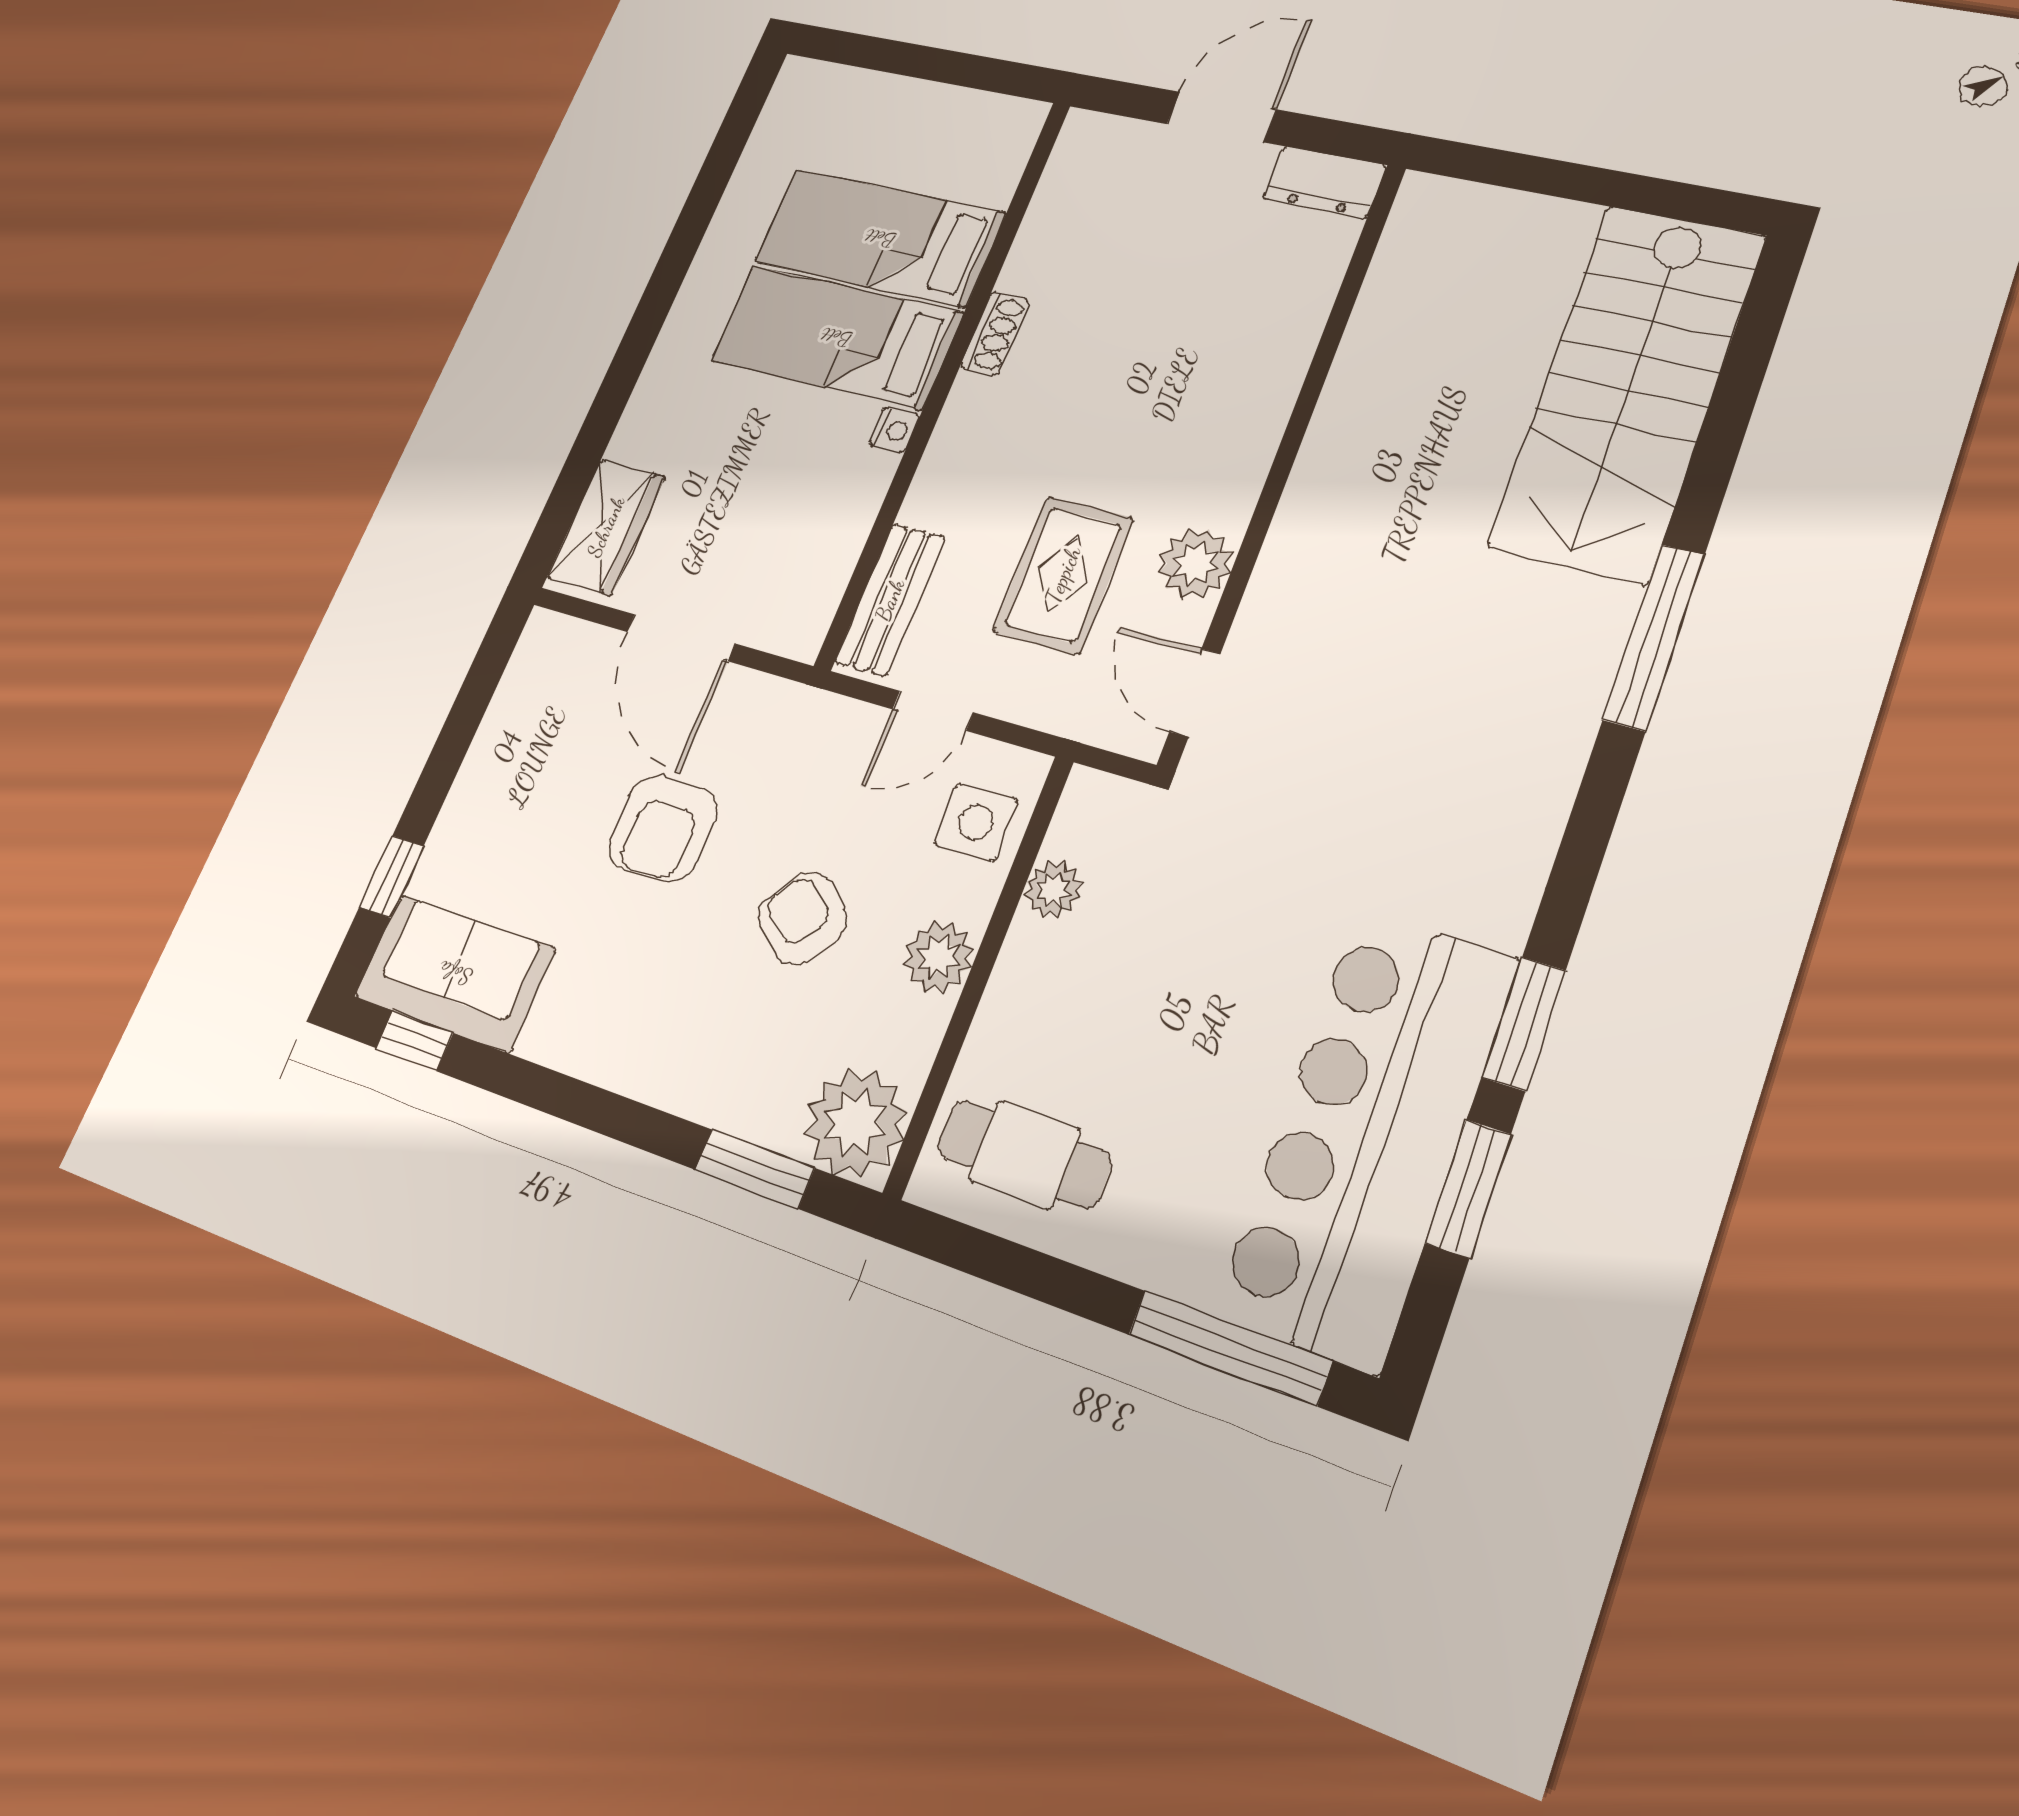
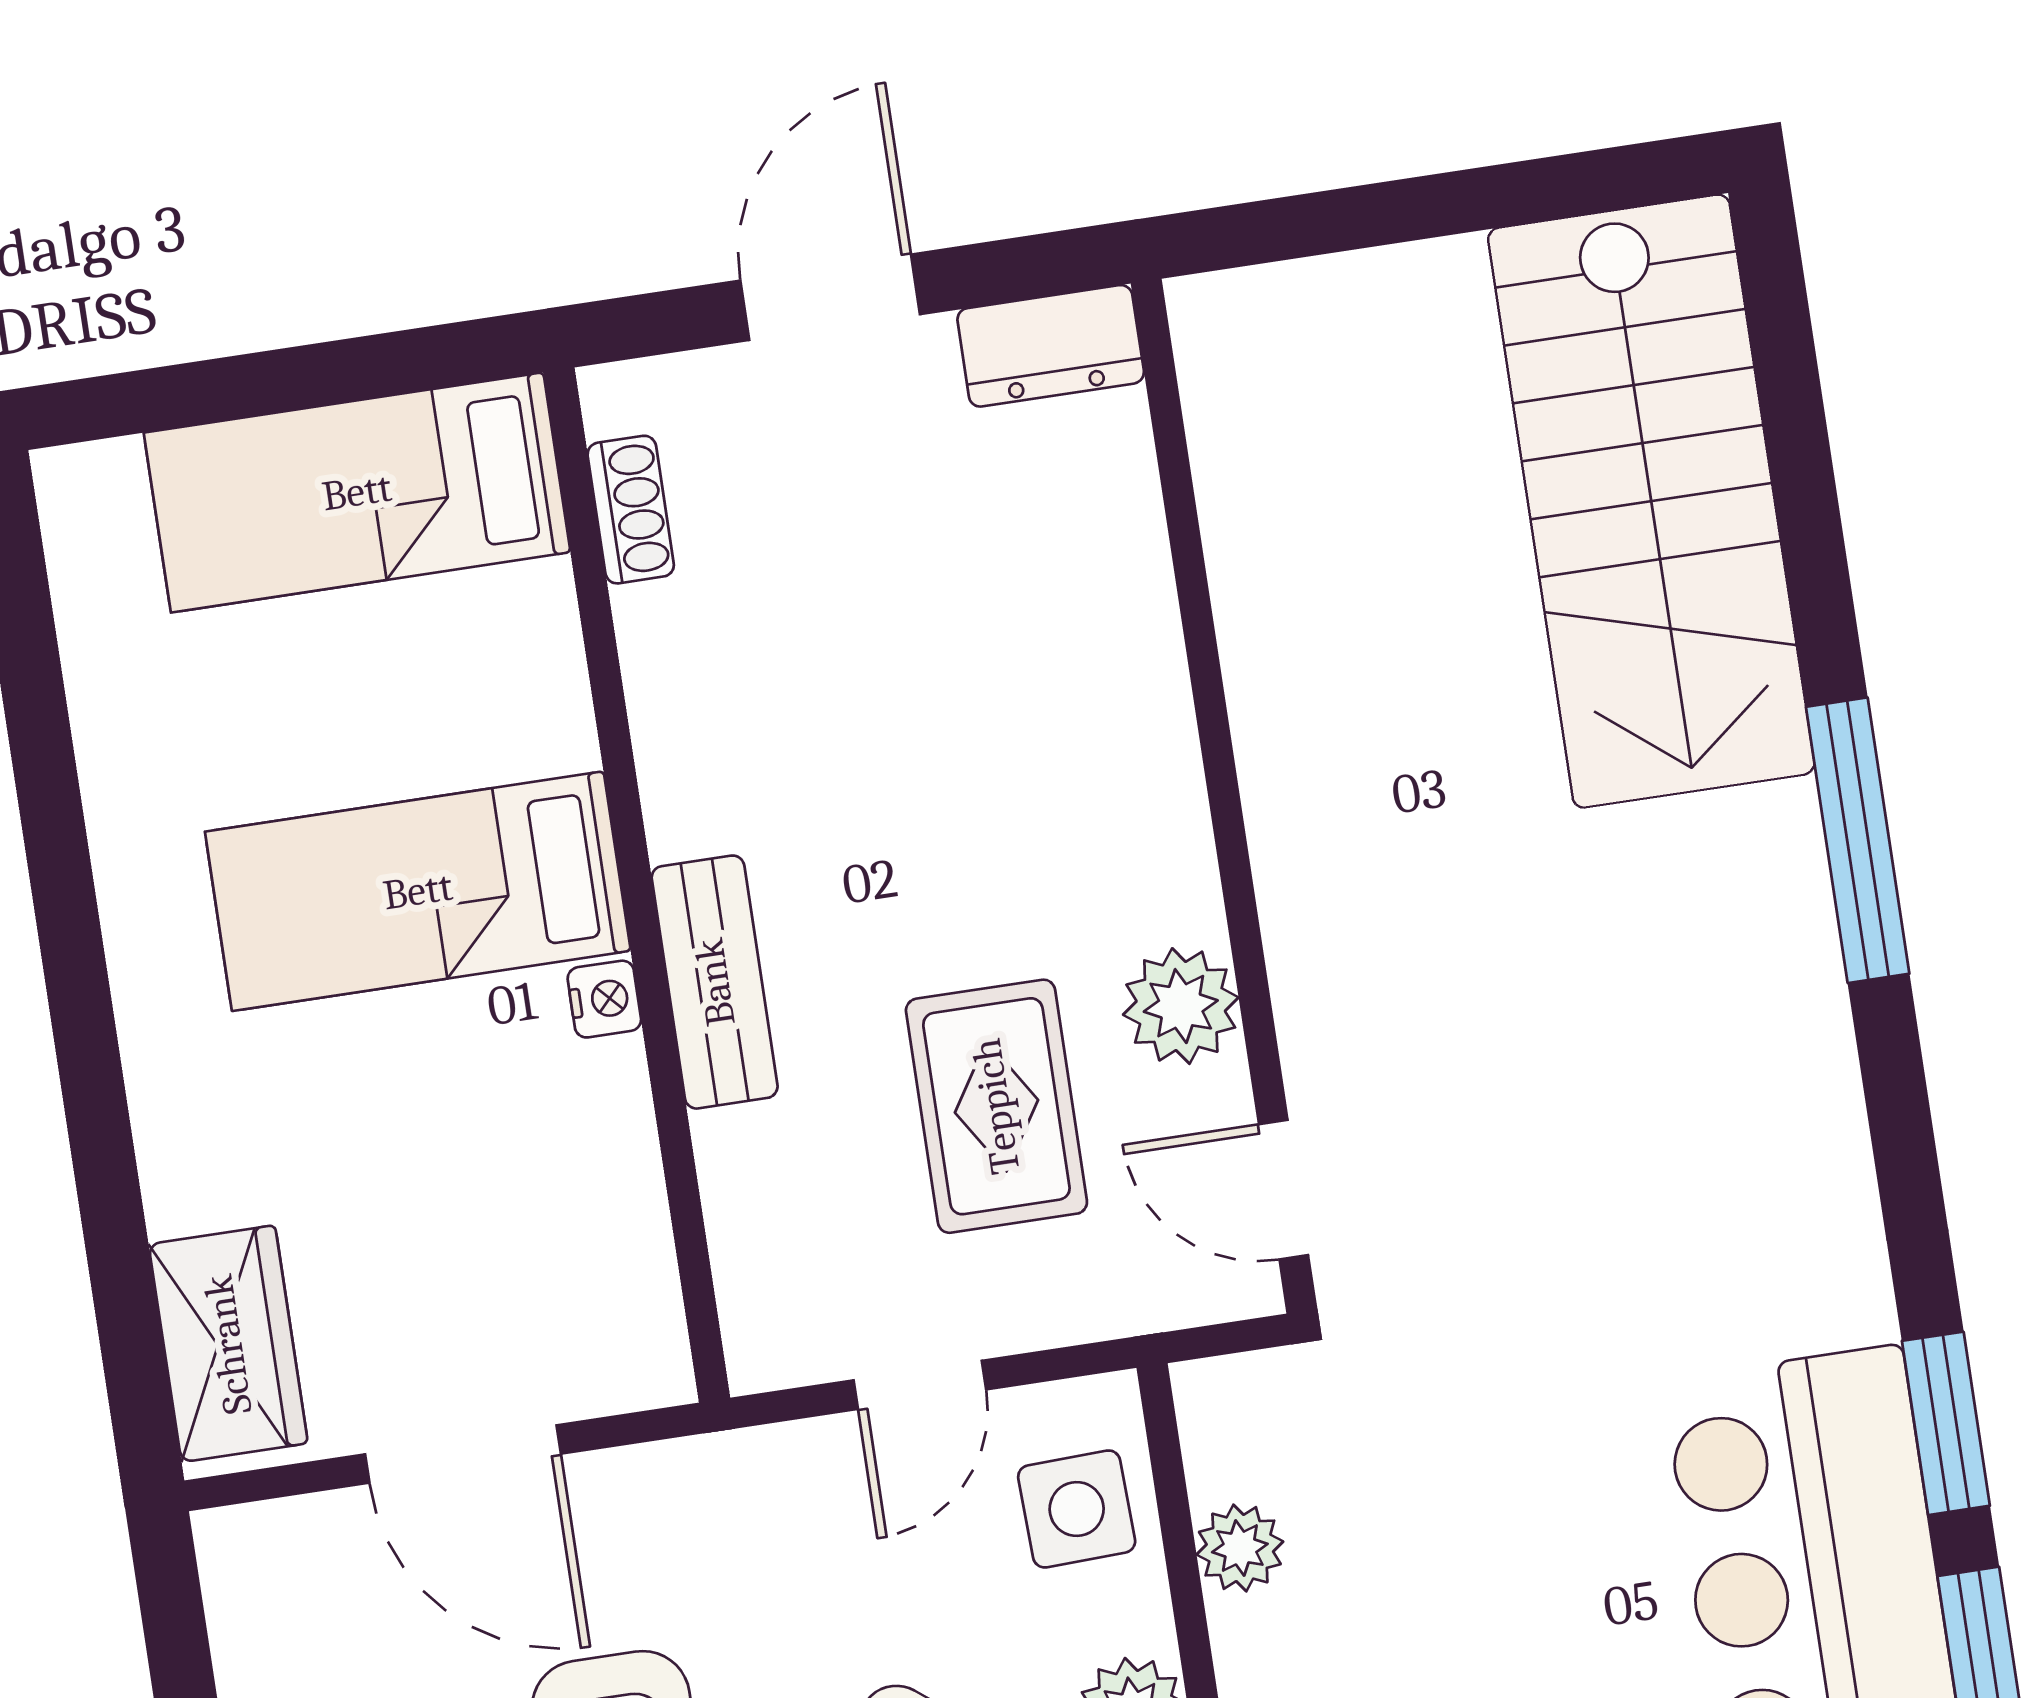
bed: (880, 238) -> (357, 492), moved
shoe rack: (994, 333) -> (631, 510), moved
bench: (890, 600) -> (715, 982), moved

